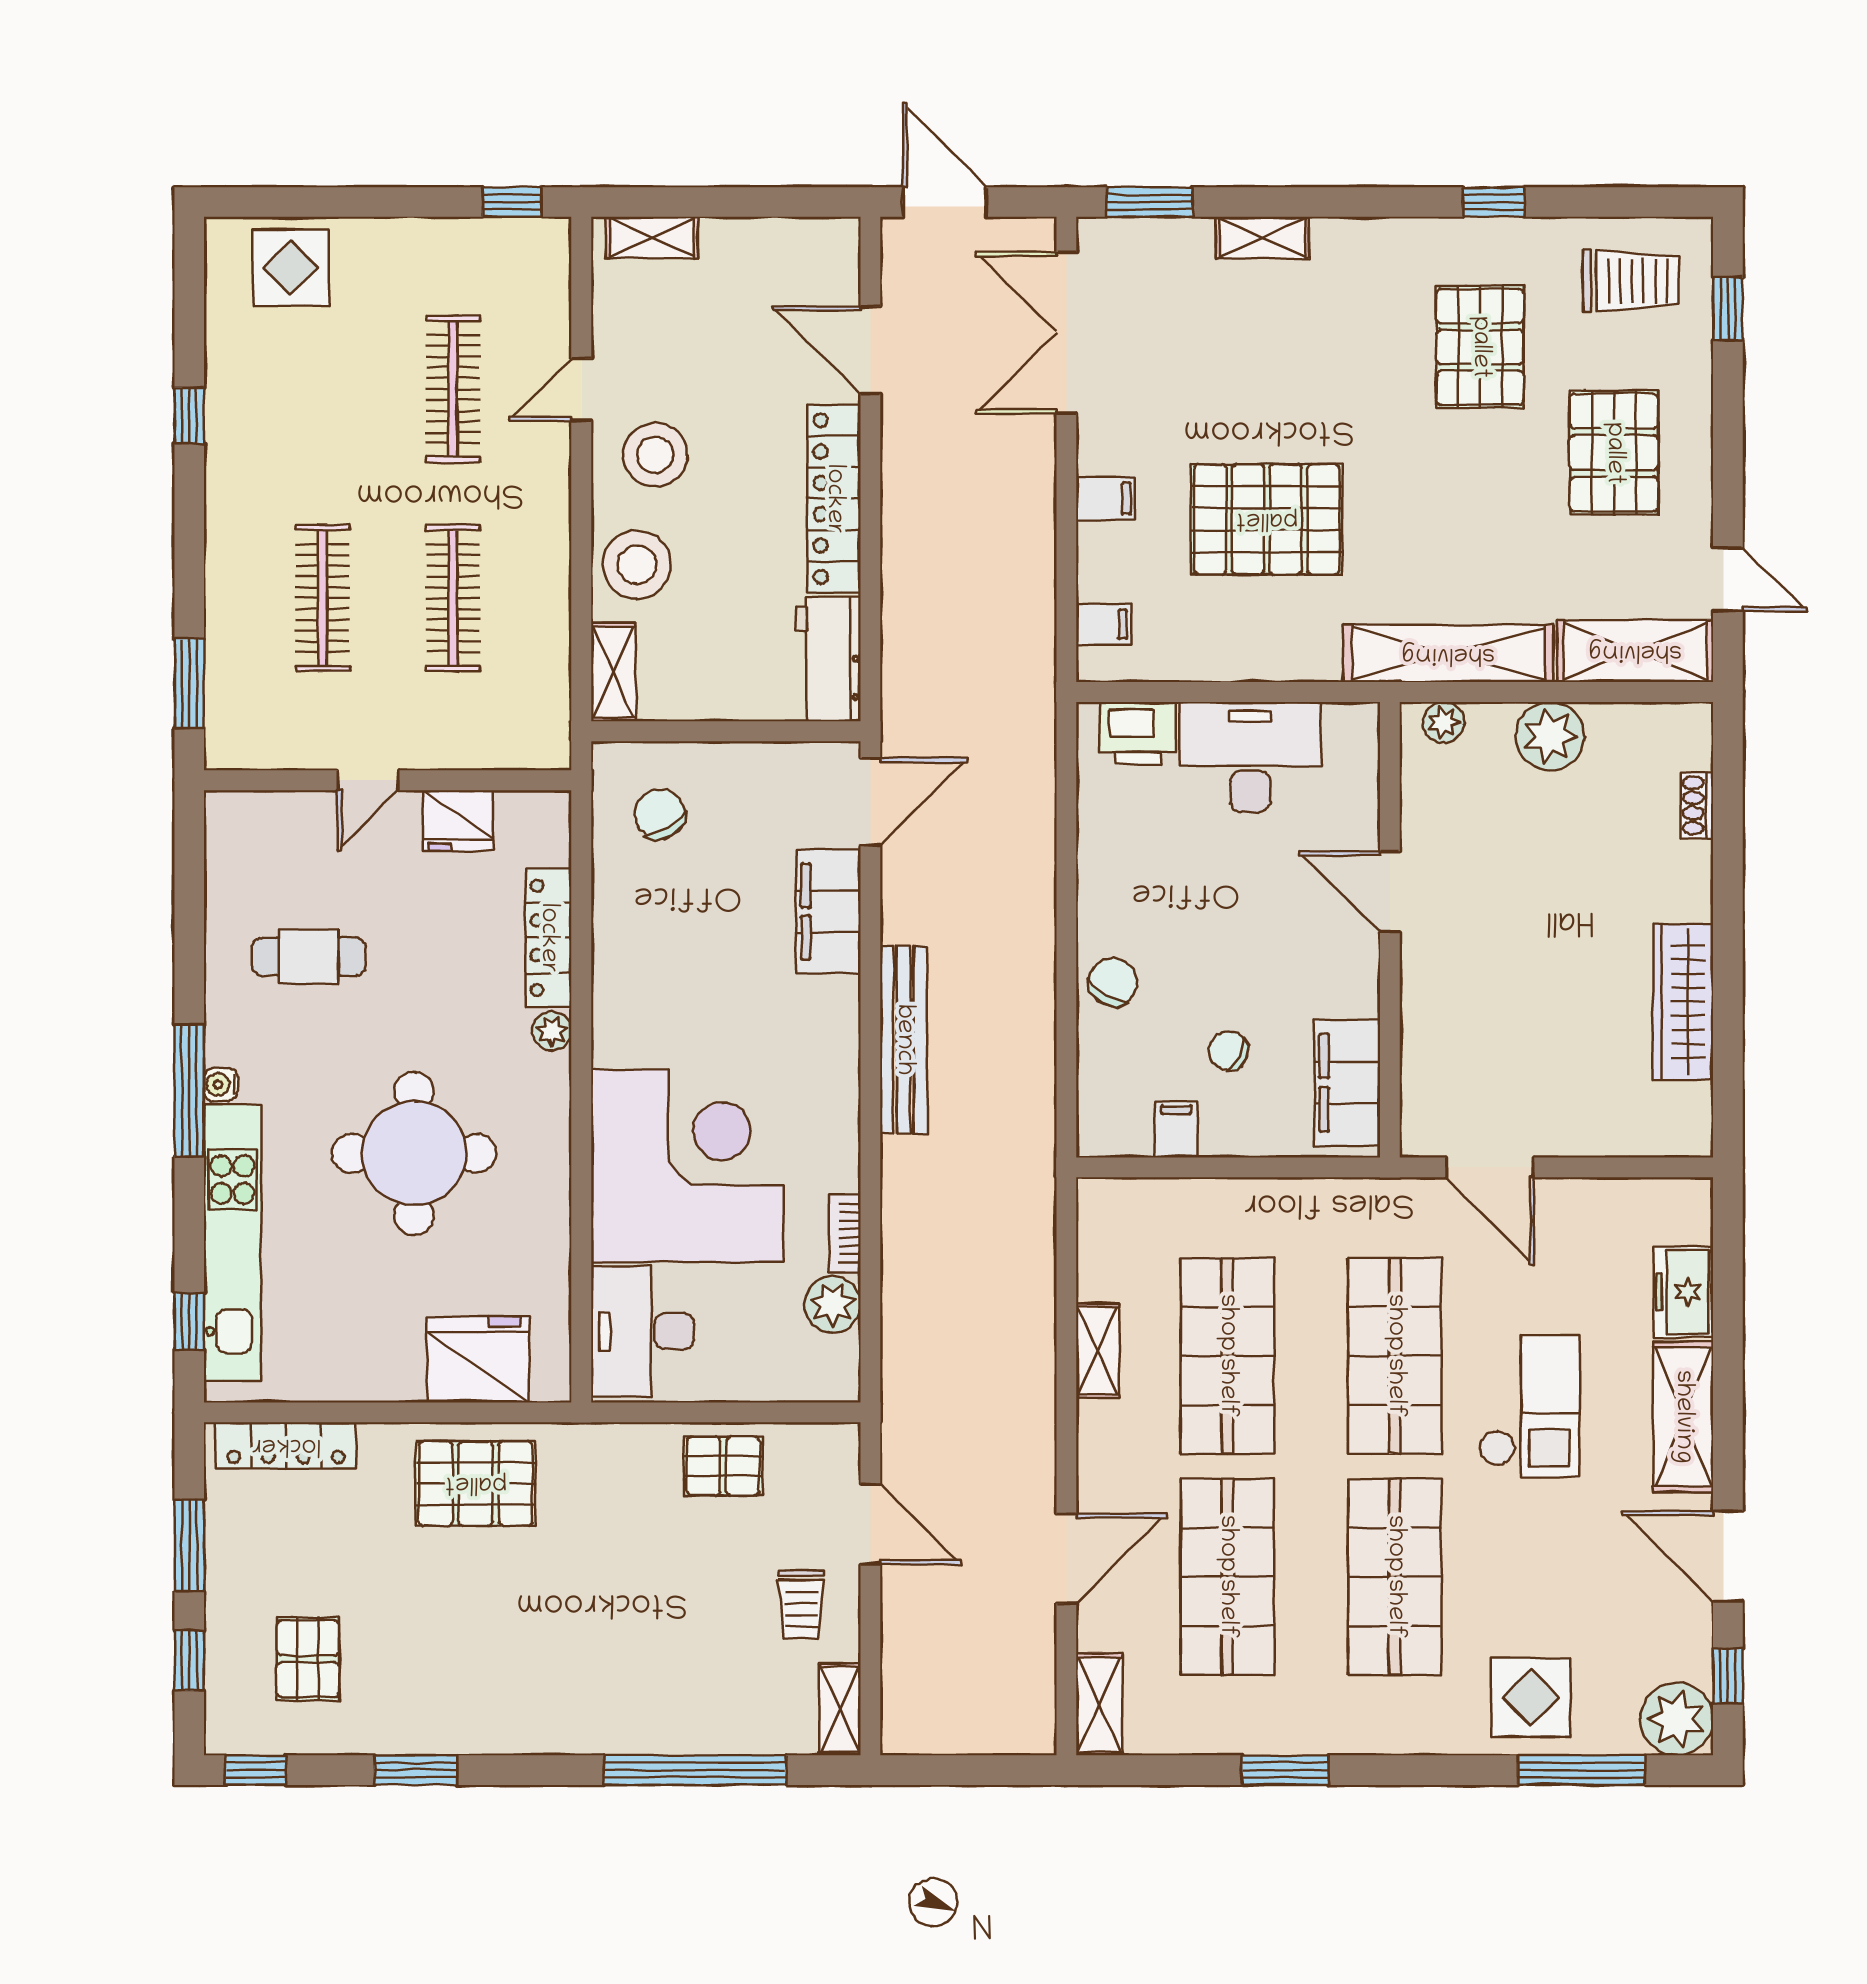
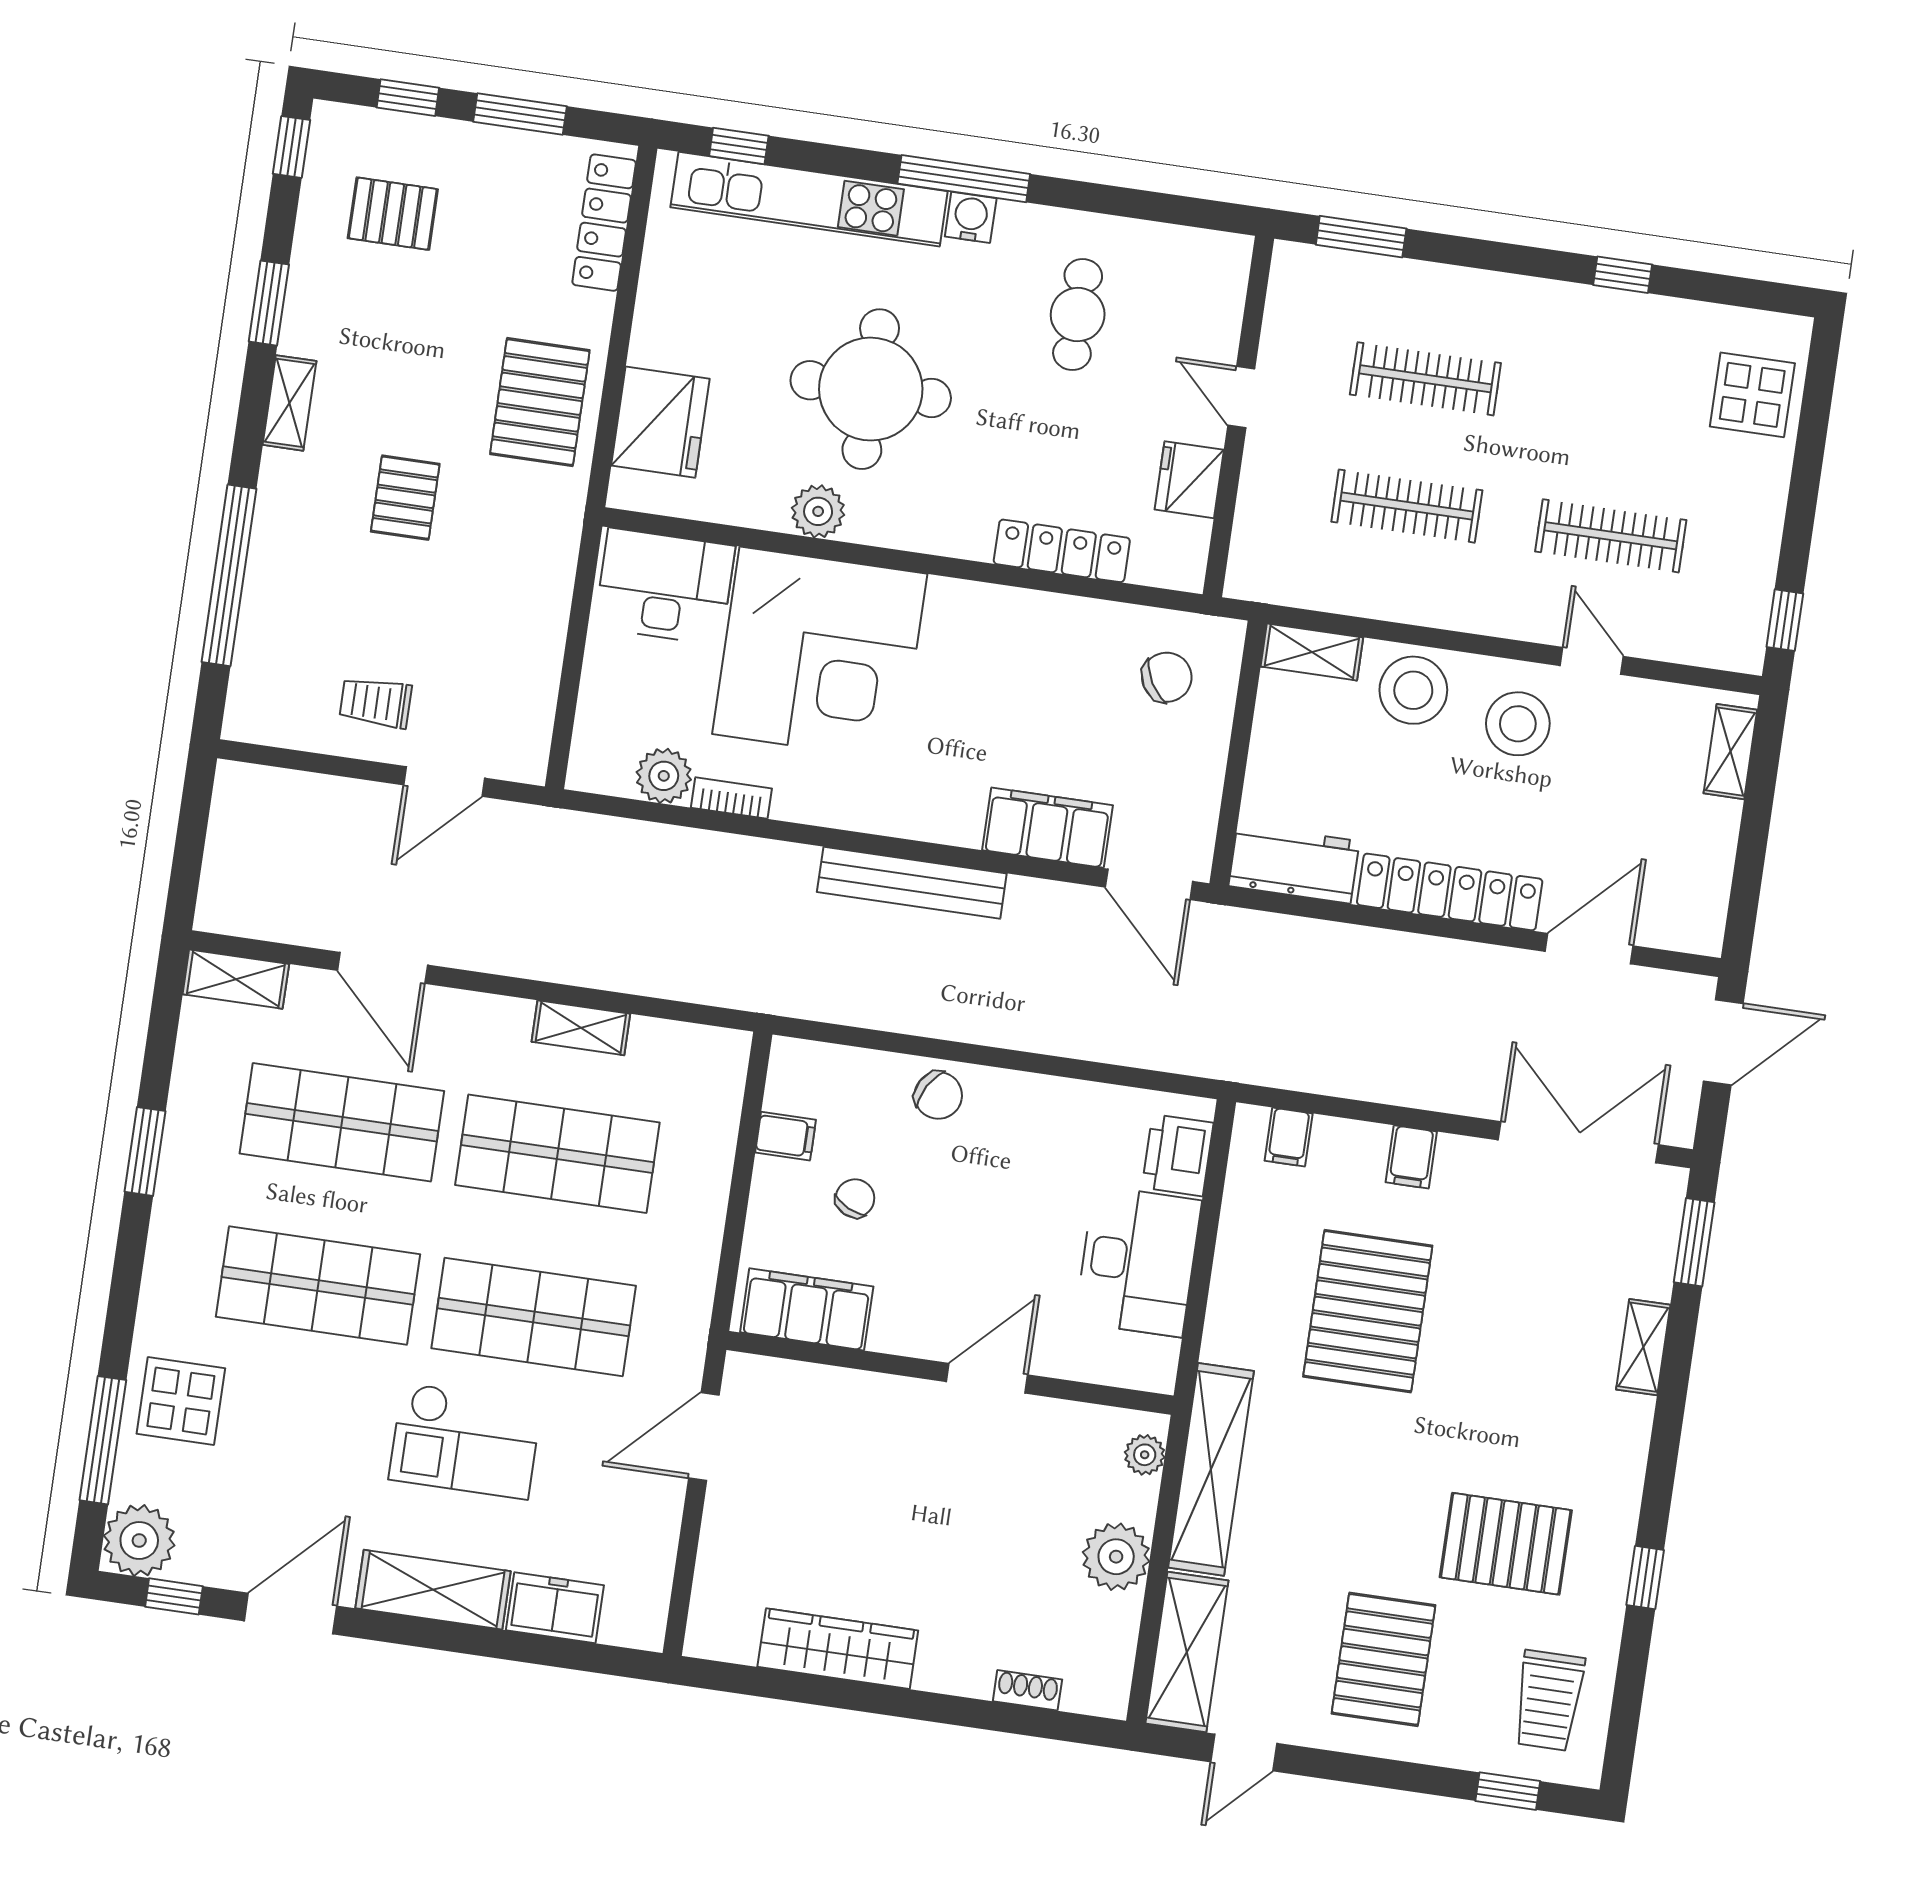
pallet: (1614, 453) -> (1383, 1659), turned 90
plant: (552, 1031) -> (818, 511), moved, width x1.38, depth x1.38
water cooler: (221, 1084) -> (971, 217), width x1.38, depth x1.38
pallet: (723, 1466) -> (405, 498), moved
shelving: (840, 1709) -> (289, 403), moved, turned 90

